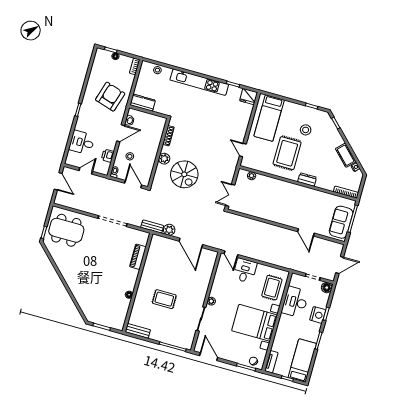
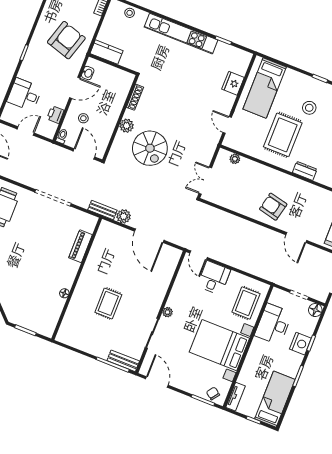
fridge: (249, 97) -> (233, 83), moved, turned 90
armchair: (285, 210) -> (273, 207), added
rug: (164, 299) -> (108, 303), turned 90
bench: (138, 331) -> (123, 361), moved

